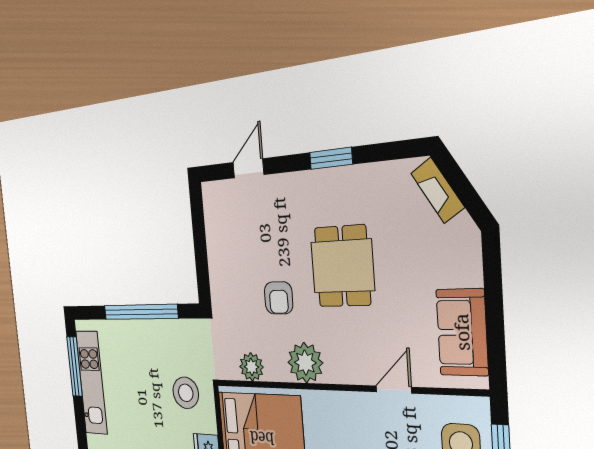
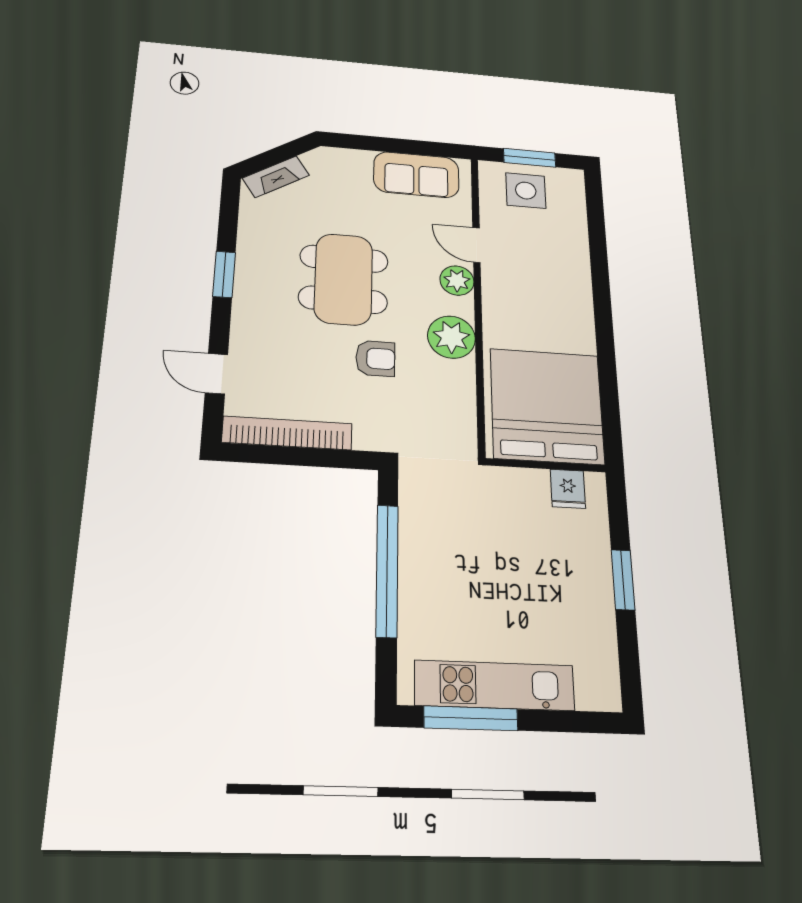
bookcase: (214, 232) -> (287, 433), added
dining table: (342, 266) -> (344, 279), width x1.38
plant: (251, 367) -> (457, 281), moved
stool: (186, 393) -> (498, 510), removed

